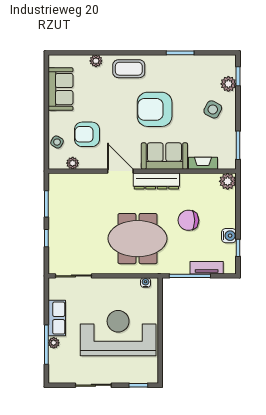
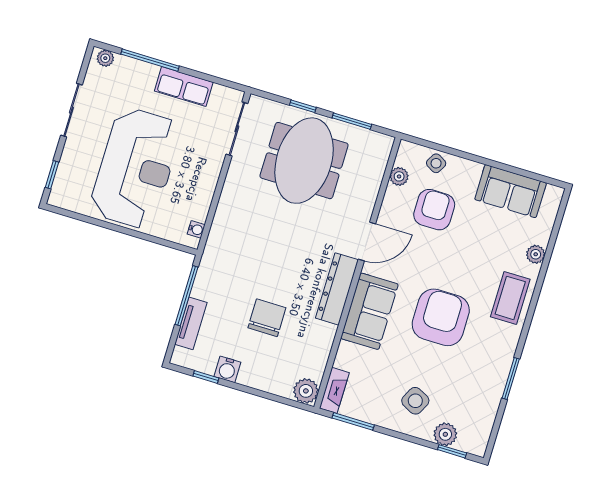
fireplace: (203, 163) -> (334, 390), moved
meeting table: (137, 239) -> (304, 161), moved
plant: (54, 343) -> (105, 58), moved

